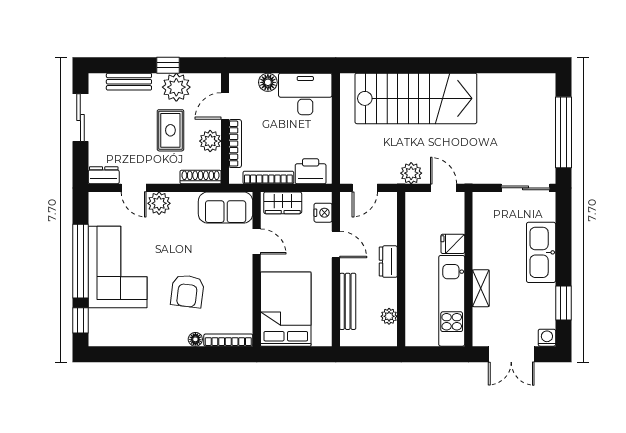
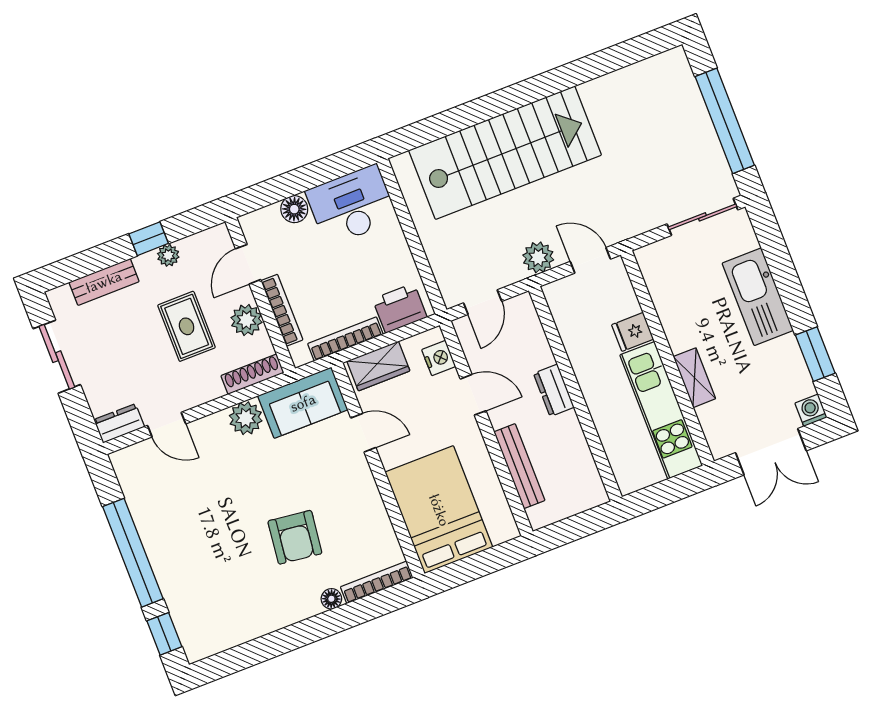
plant: (176, 87) -> (168, 255), width x0.53, depth x0.53
plant: (159, 203) -> (246, 418), moved
corner sofa: (118, 267) -> (187, 541), removed
plant: (389, 316) -> (584, 465), removed

